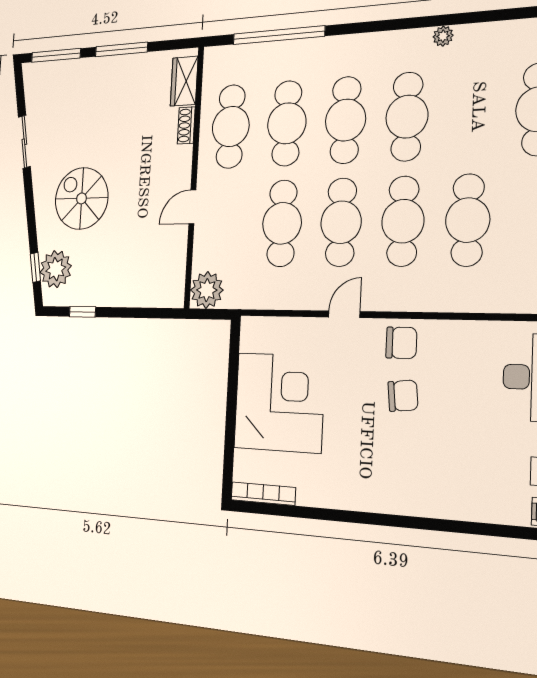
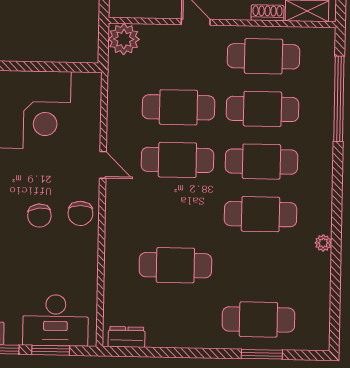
cafe table: (403, 221) -> (176, 213), removed

